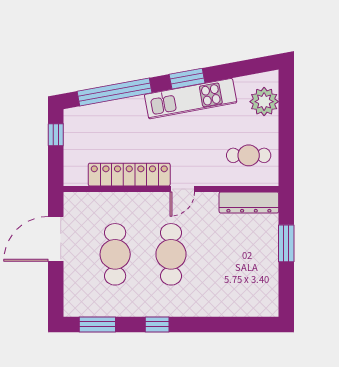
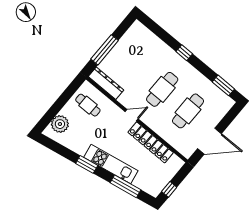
window: (115, 92) -> (125, 186), width x0.68
kitchen unit: (191, 99) -> (111, 164), moved
window: (286, 243) -> (105, 50), width x1.44
window: (157, 324) -> (184, 53), moved

